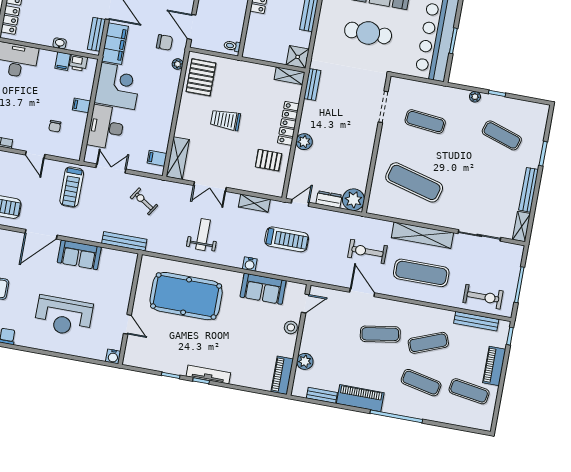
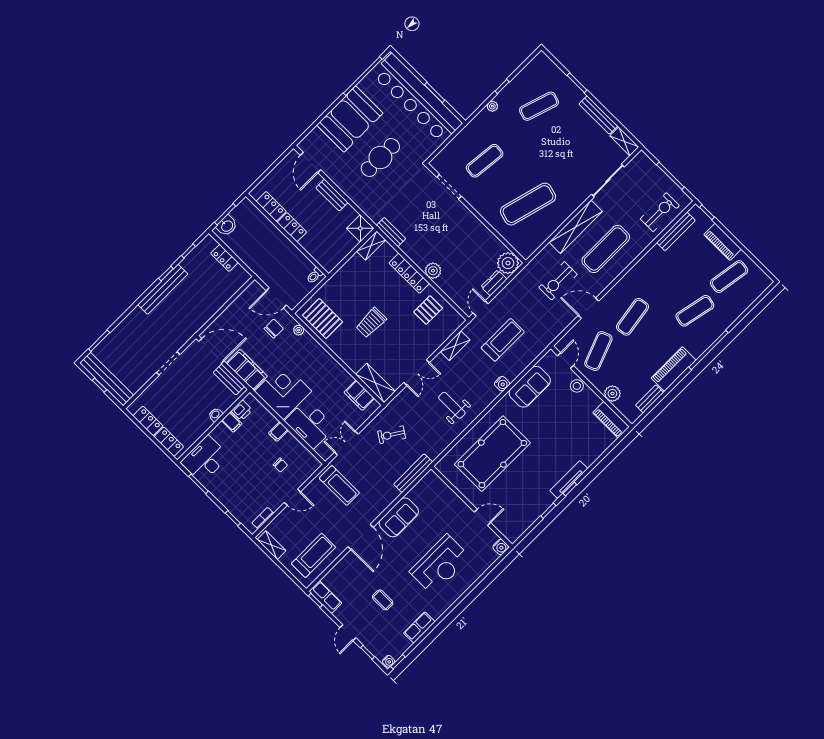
filing cabinet: (157, 158) -> (359, 395), width x2.00
exercise mat: (428, 343) -> (598, 351), moved

